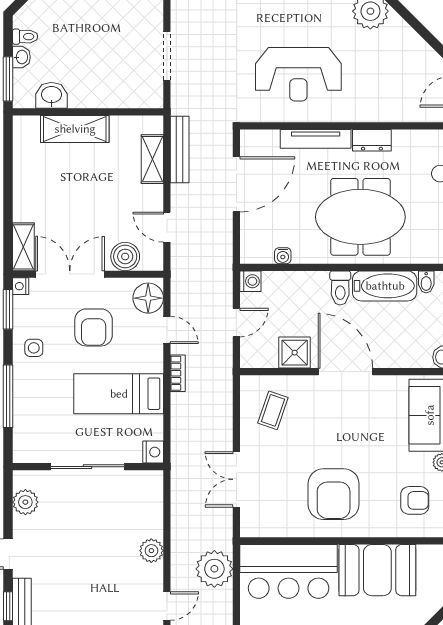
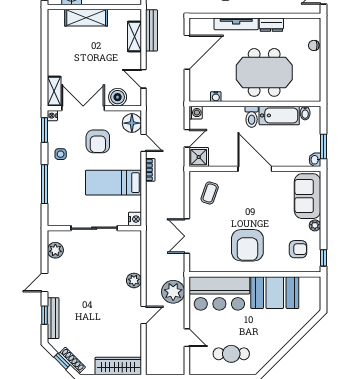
shower: (295, 353) -> (199, 157), moved

